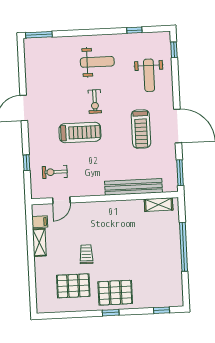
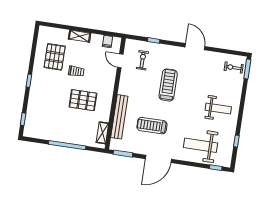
weight bench: (97, 62) -> (218, 109), turned -90
weight bench: (149, 75) -> (200, 145), width x1.36, depth x1.33
exercise bike: (95, 102) -> (234, 68), moved
treadmill: (141, 129) -> (152, 126), moved
treadmill: (80, 133) -> (168, 85), turned 180
shelving: (39, 242) -> (80, 36), moved
pallet: (115, 293) -> (83, 100), moved, turned 90

